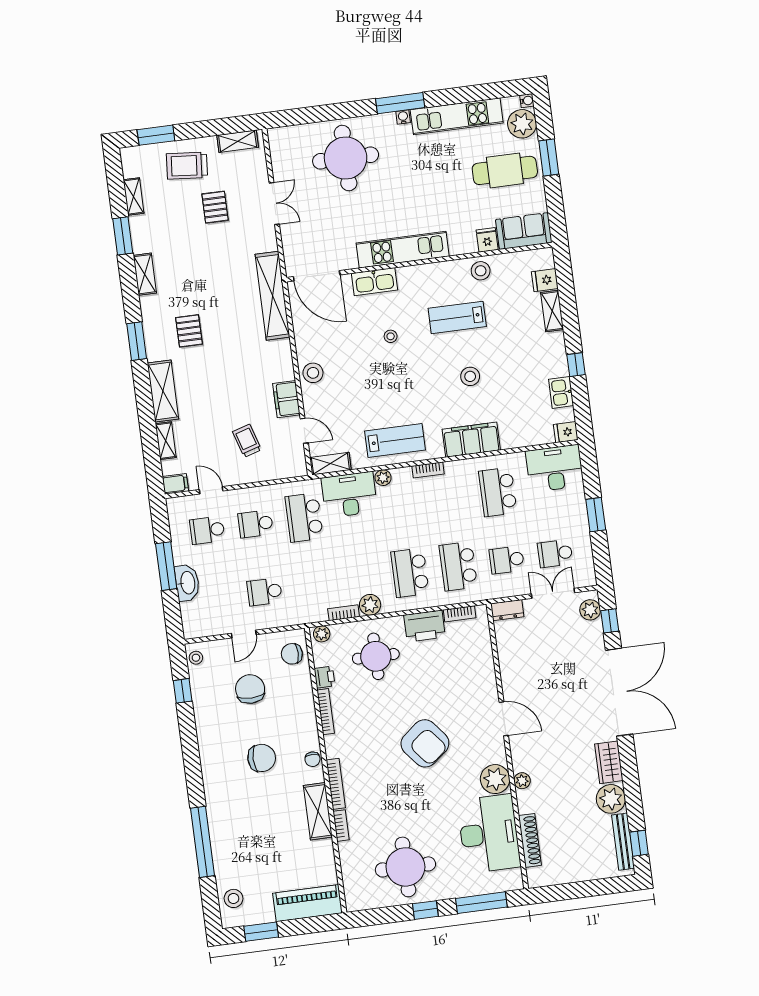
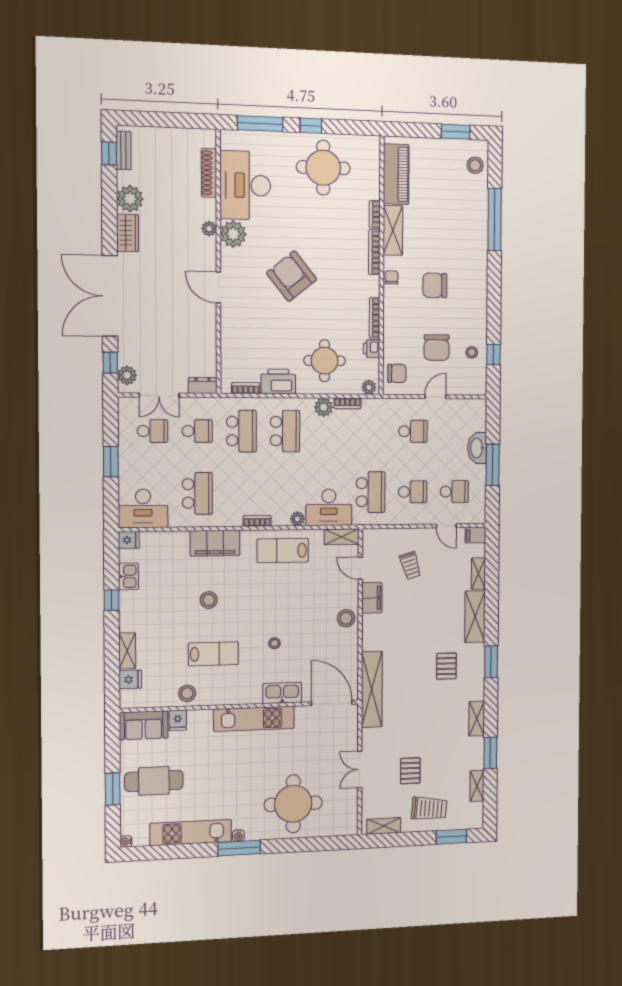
plant: (522, 124) -> (133, 821), removed
stool: (196, 658) -> (472, 352), moved
bench: (623, 842) -> (124, 150), width x0.73
piano: (308, 903) -> (396, 174), moved, turned -90

